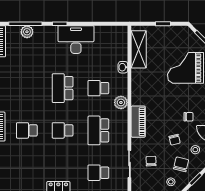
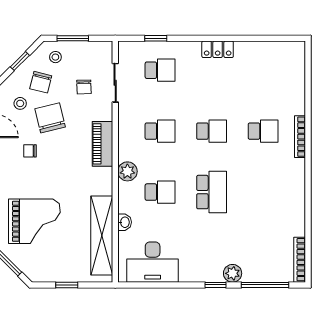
plant: (27, 32) -> (233, 273), moved
desk: (76, 40) -> (153, 262), moved
shelving: (139, 49) -> (102, 235), width x1.47
school desk: (98, 130) -> (160, 131), width x0.54
chair: (175, 140) -> (50, 118), width x1.87, depth x1.87

